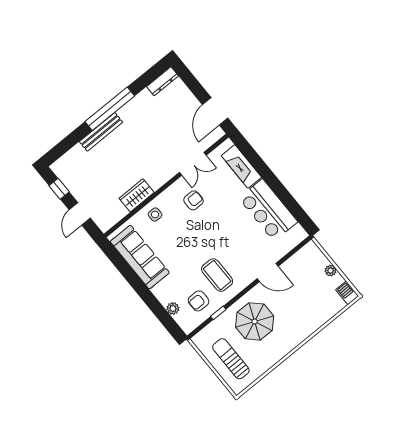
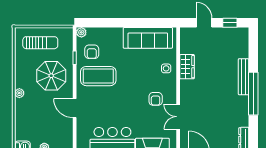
door: (268, 272) -> (75, 108), hinge flipped
coffee table: (217, 275) -> (98, 76), width x1.36, depth x1.32
armchair: (199, 301) -> (92, 52), turned 180
plant: (173, 308) -> (81, 32), moved
plant: (297, 339) -> (19, 93), added

